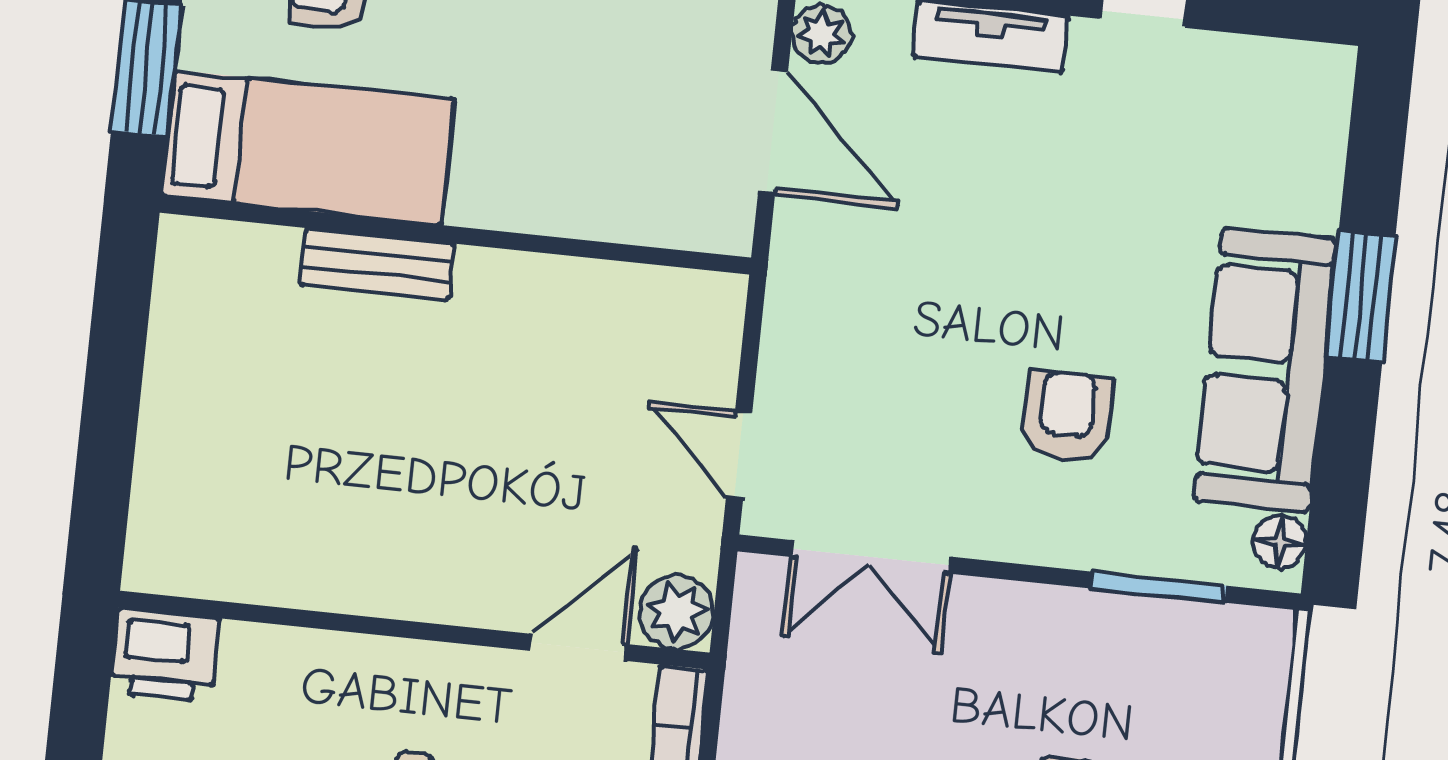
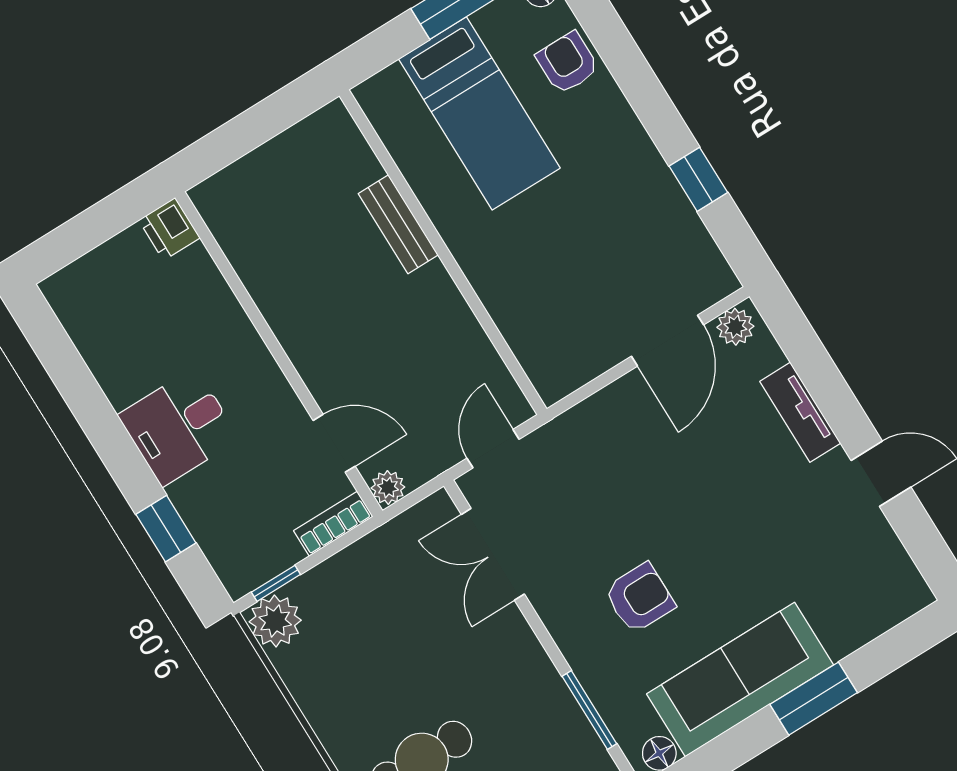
wall: (455, 235) -> (443, 252), moved
bench: (377, 264) -> (398, 224), moved
plant: (677, 612) -> (388, 487), width x0.73, depth x0.73
printer: (165, 655) -> (169, 229), width x0.73, depth x0.81

